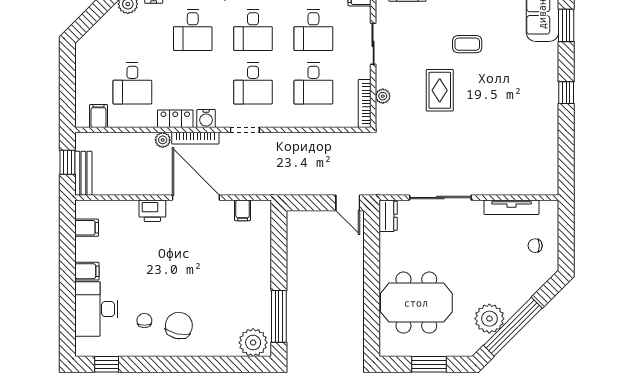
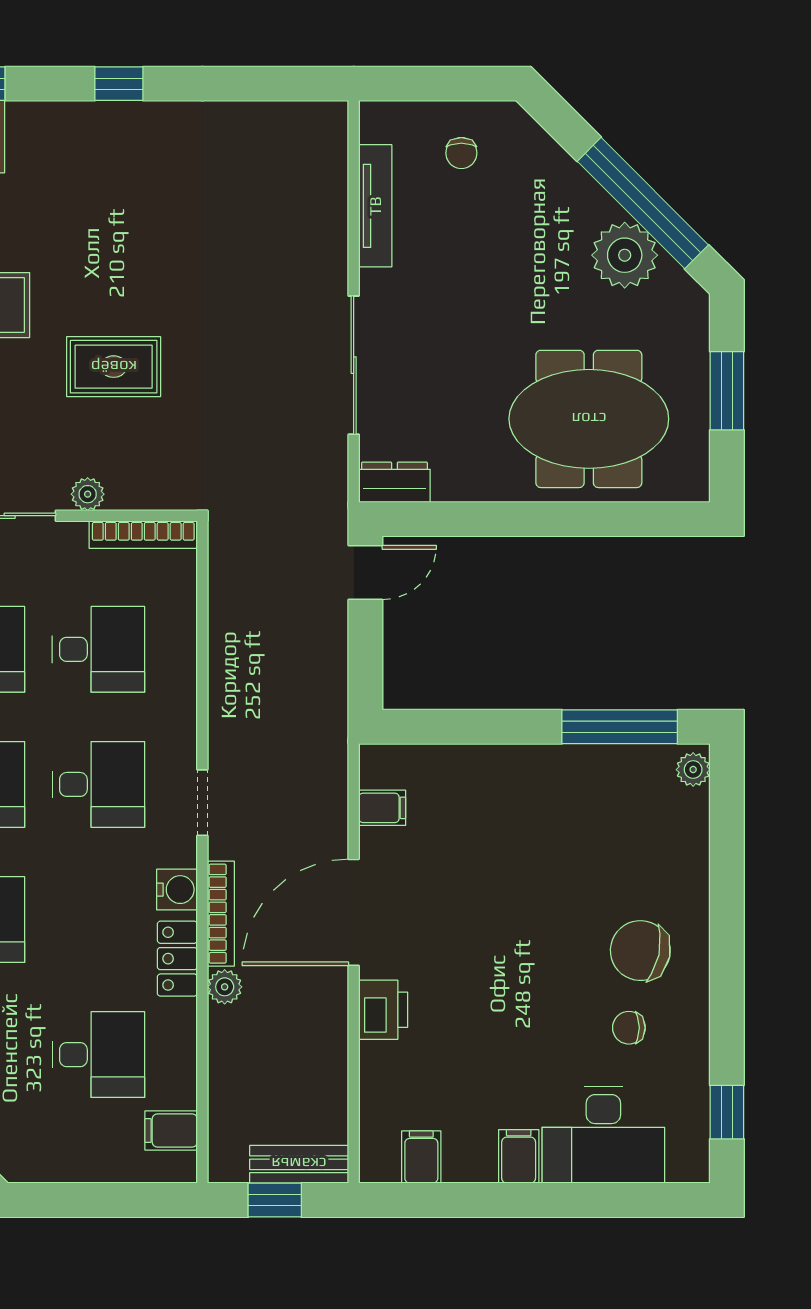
plant: (383, 96) -> (88, 494), moved
meeting table: (416, 303) -> (589, 419), turned 90
plant: (253, 343) -> (693, 770), width x0.53, depth x0.53

